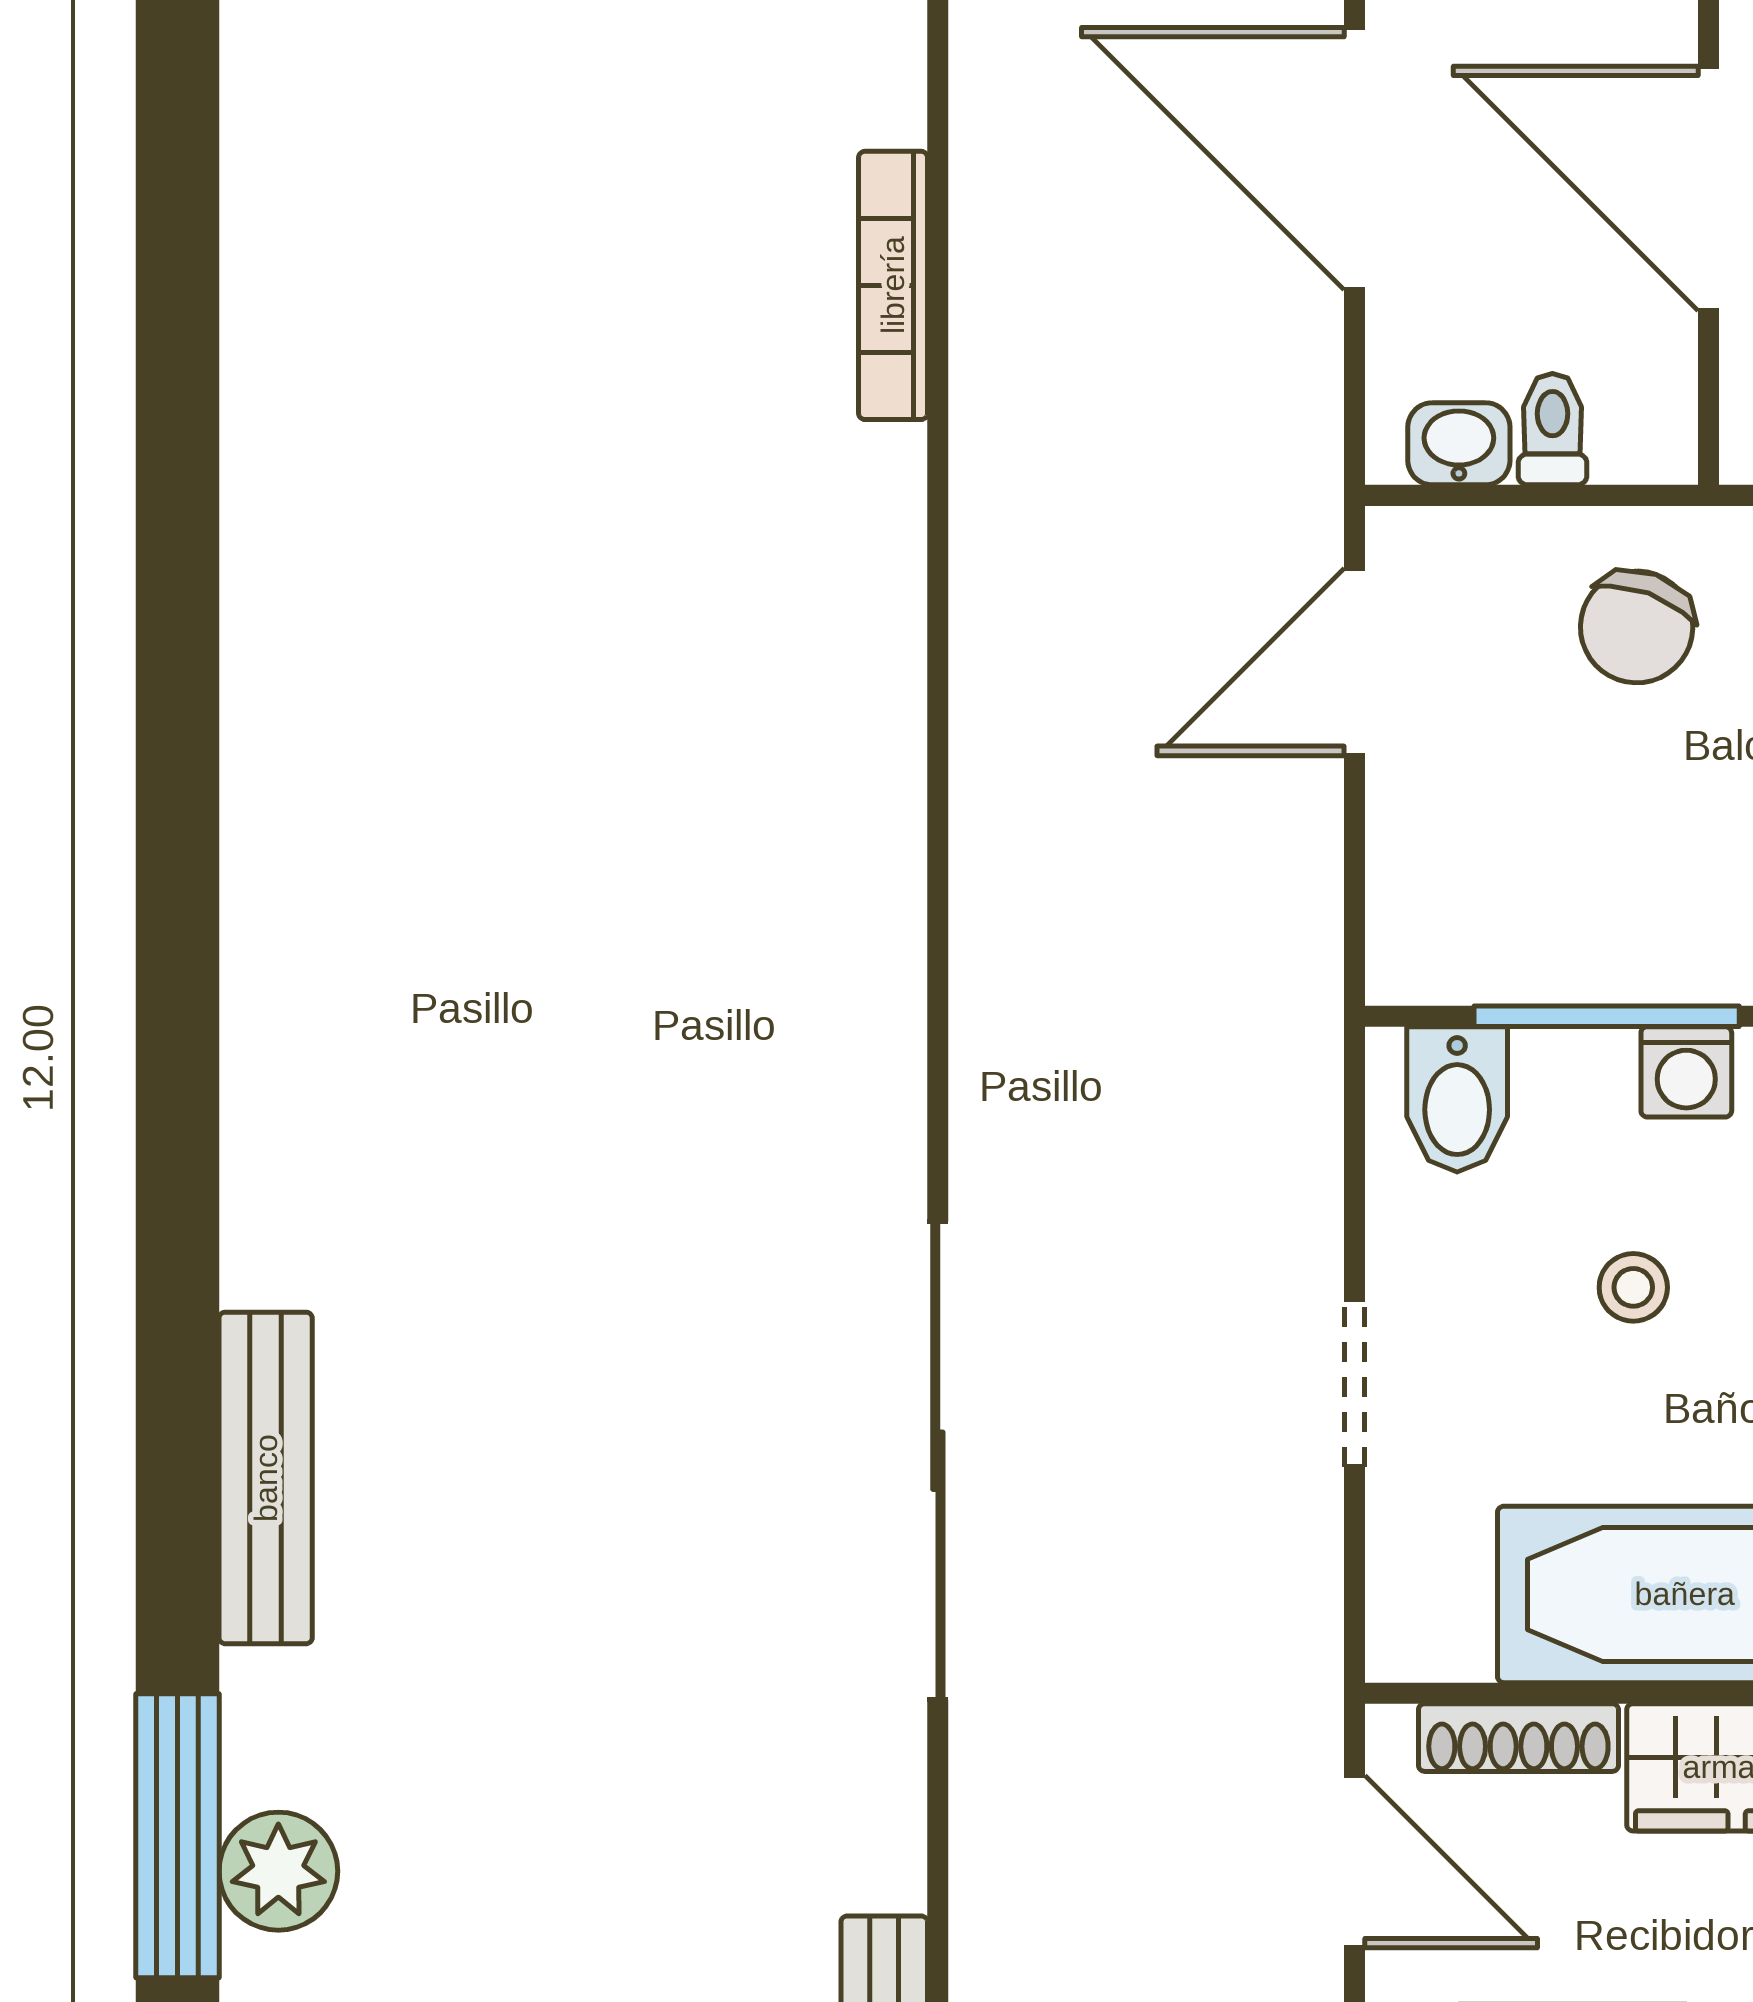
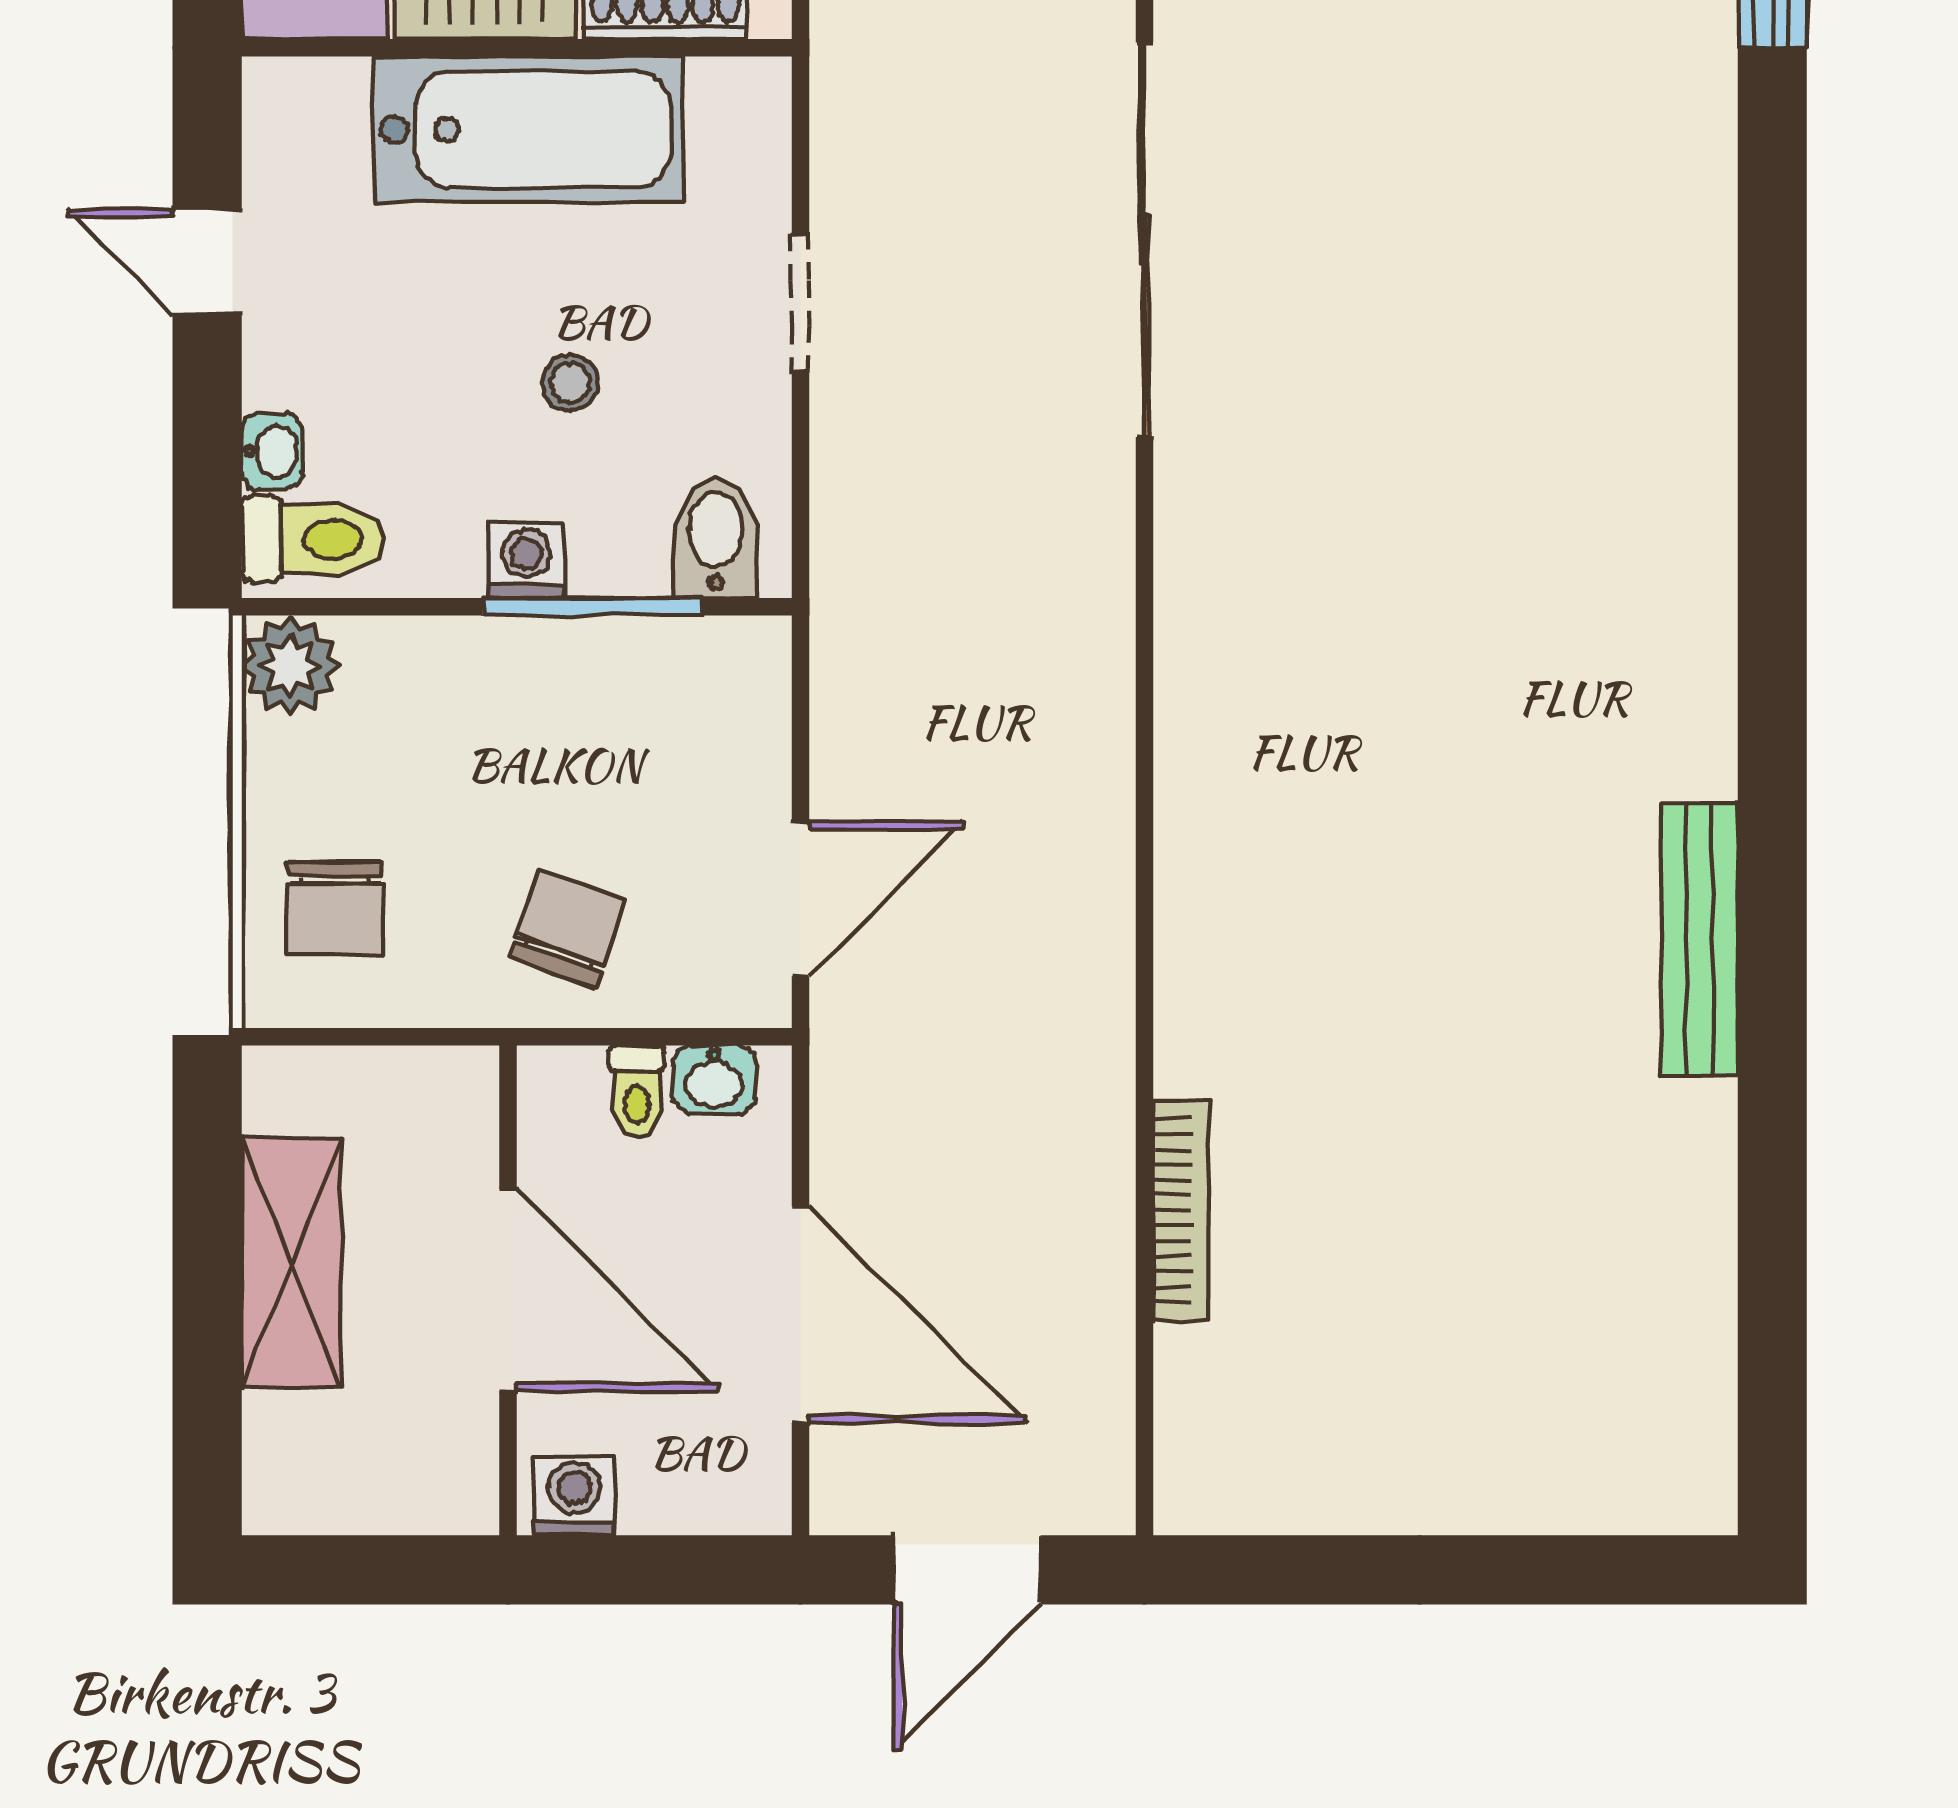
bench: (266, 1478) -> (1699, 939), moved

